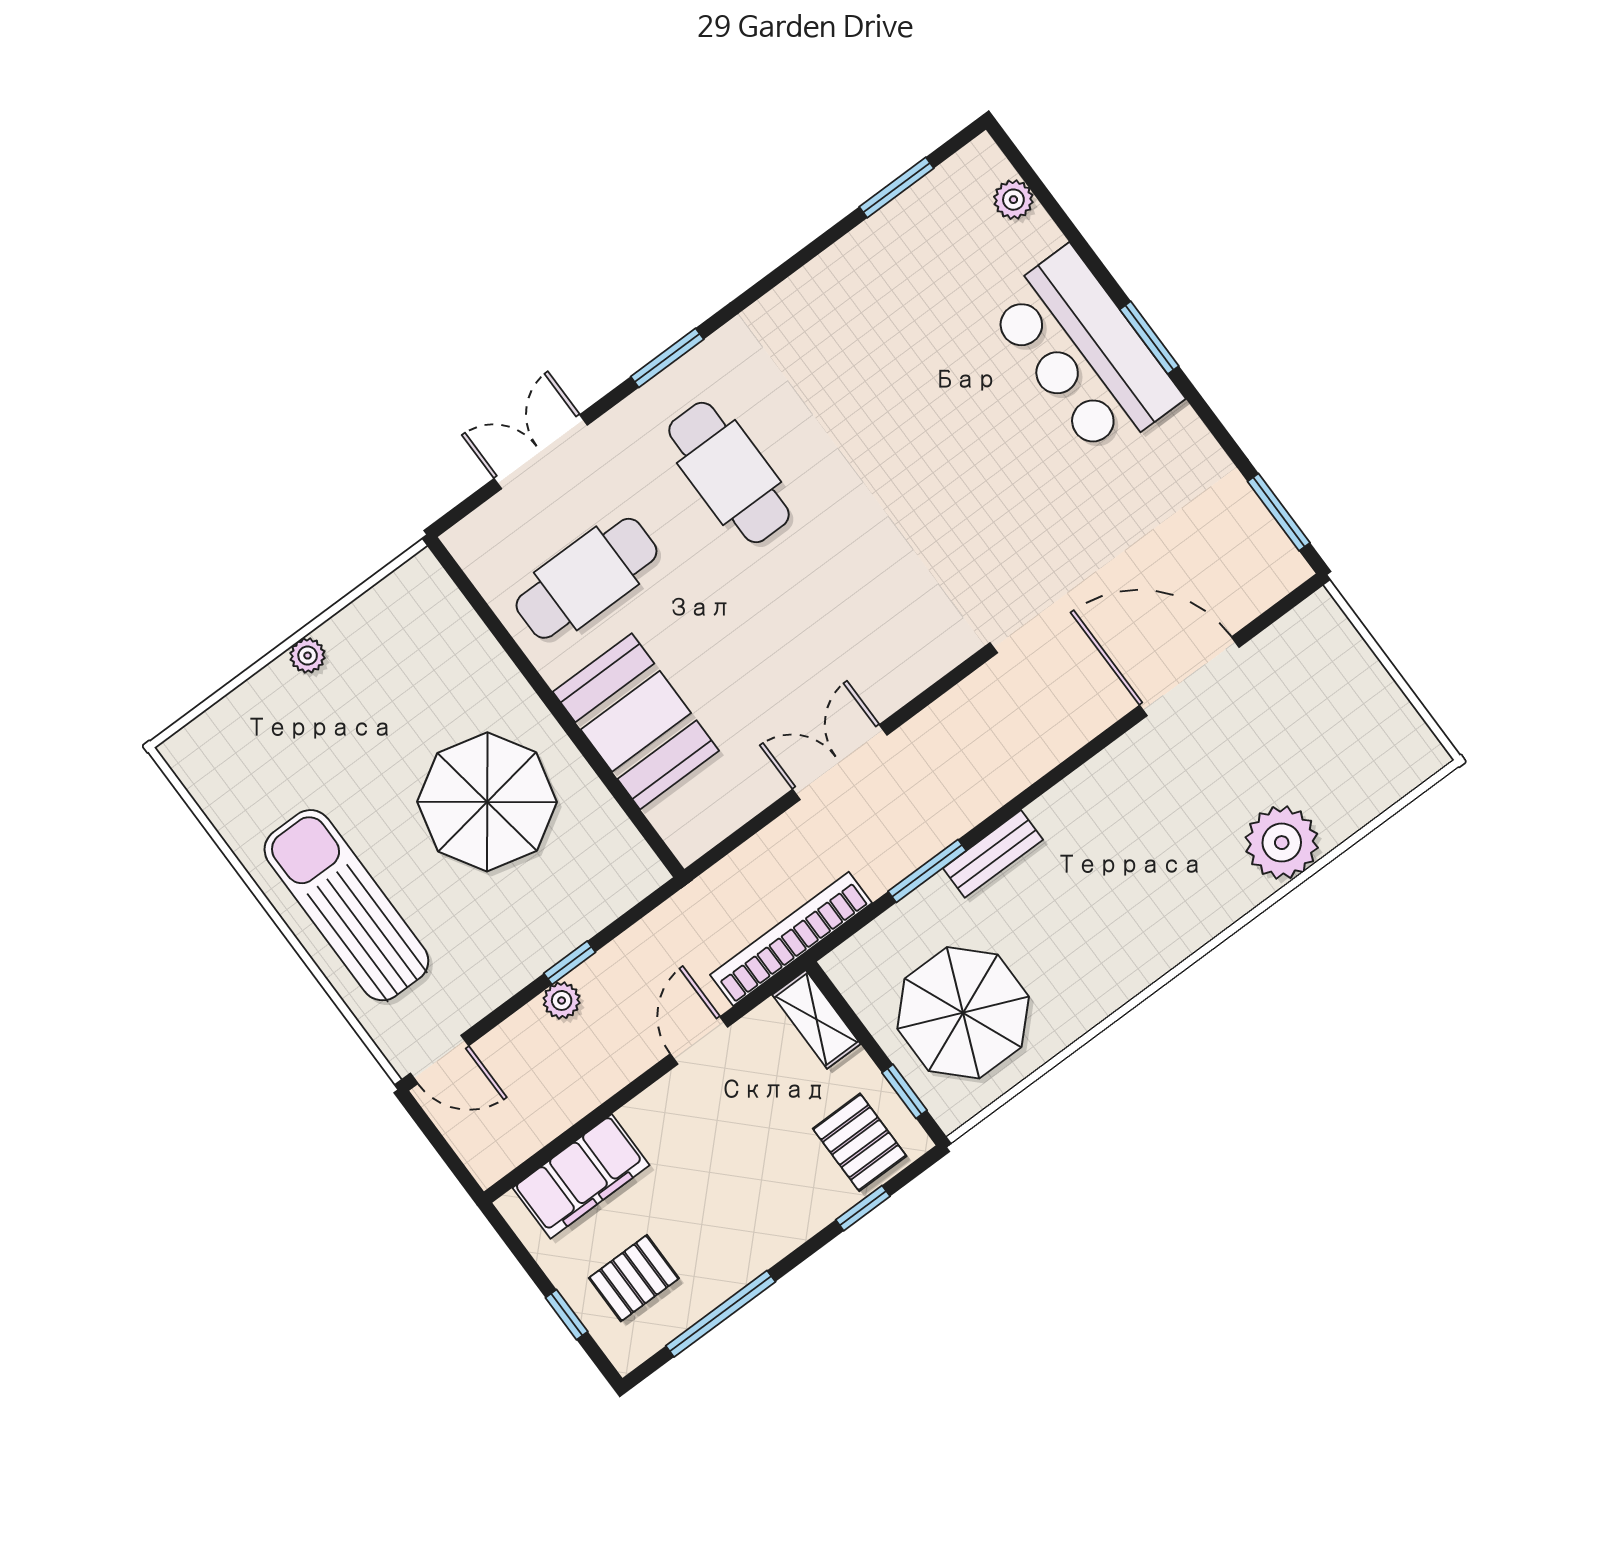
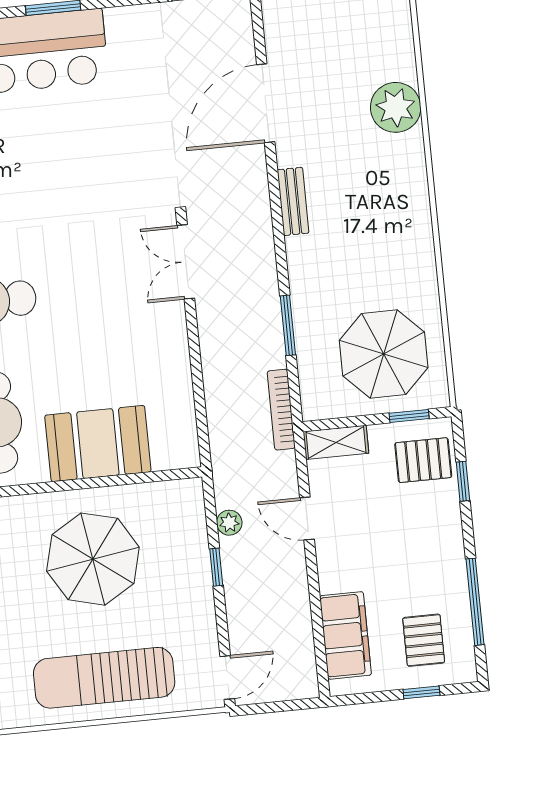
double door: (840, 762) -> (186, 262), moved
bench: (993, 854) -> (293, 201), moved
bookcase: (791, 939) -> (281, 410), width x0.68, depth x0.76
plant: (562, 1000) -> (229, 523), moved

